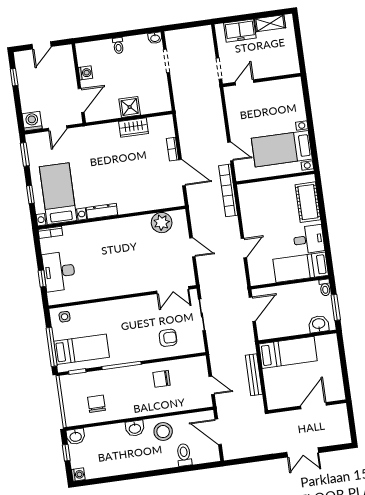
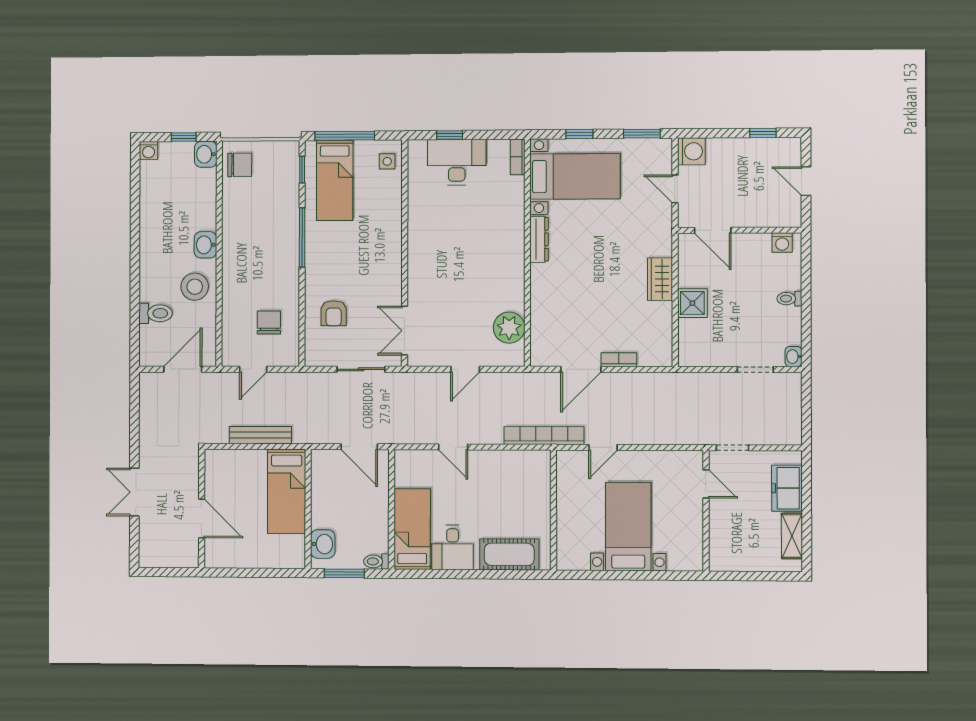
washing machine: (85, 73) -> (782, 243), moved
wardrobe: (134, 128) -> (660, 279), moved
bed with nightstands: (282, 149) -> (628, 527), moved
chair: (162, 379) -> (269, 322), moved
chair: (97, 404) -> (240, 165), moved

